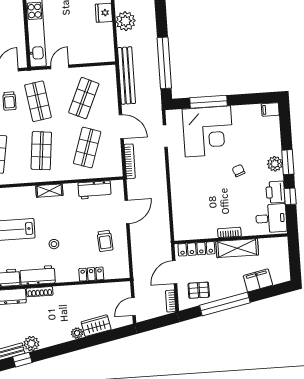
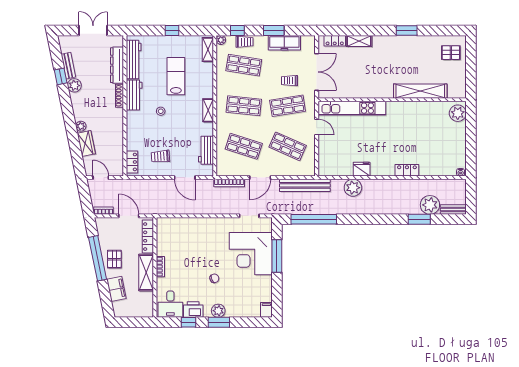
locker: (91, 274) -> (132, 162), moved
pallet: (199, 290) -> (114, 259), moved

